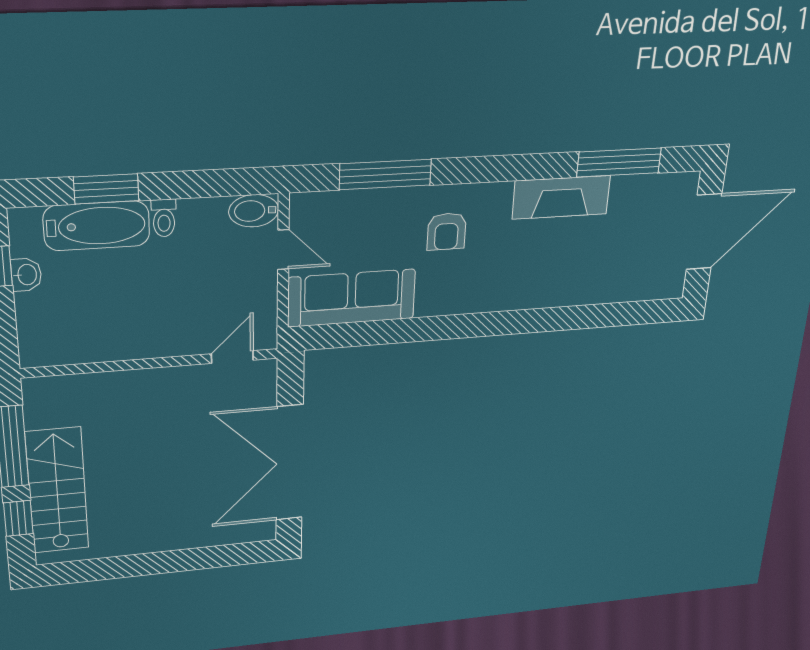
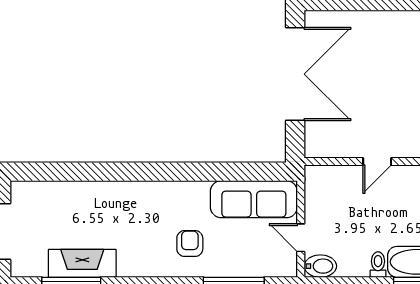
fireplace: (561, 197) -> (82, 263), moved
door: (232, 357) -> (377, 162), moved

